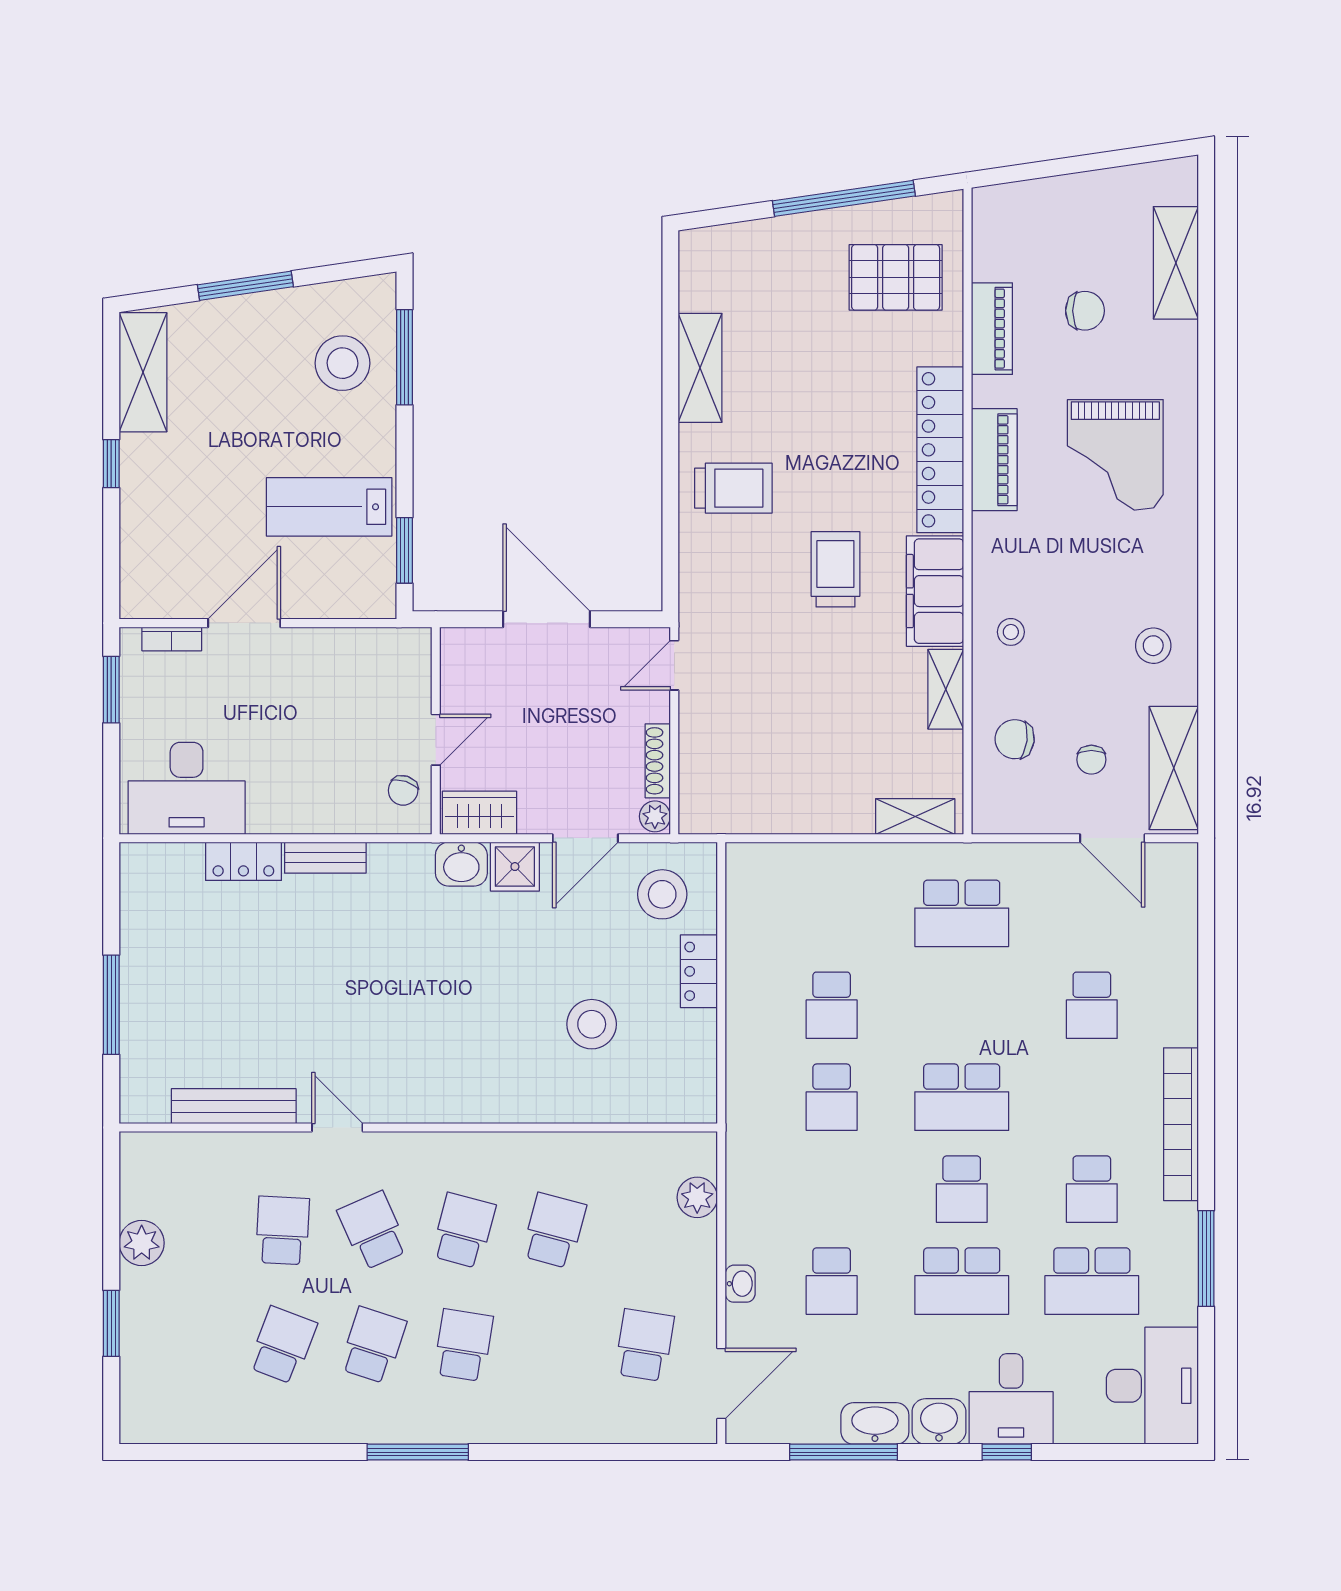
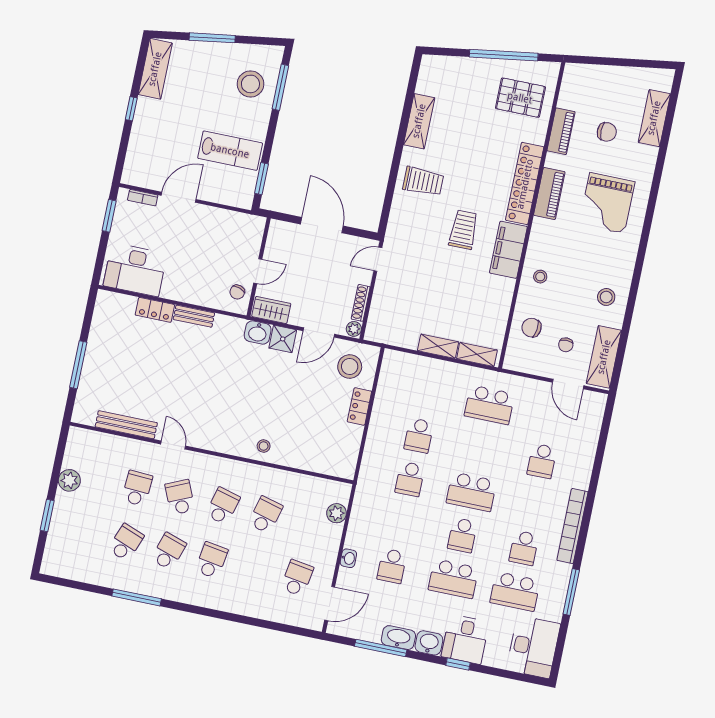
lab bench: (329, 507) -> (230, 151), turned 180
shelving: (946, 689) -> (438, 346), moved, turned 90
stool: (592, 1024) -> (264, 446), moved, width x0.53, depth x0.53
window: (418, 1452) -> (137, 597), moved

